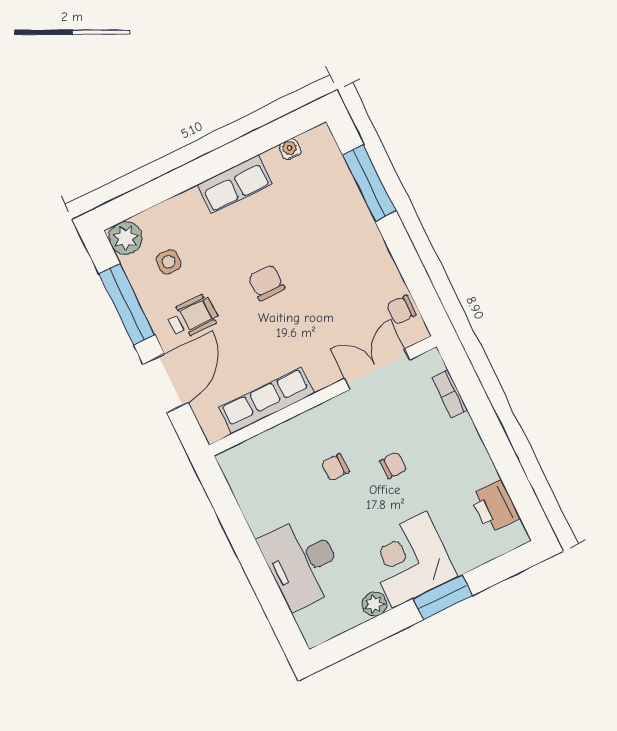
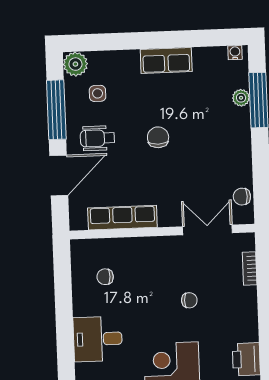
water cooler: (290, 149) -> (235, 53), moved
plant: (347, 189) -> (241, 98), added
wheelchair: (193, 317) -> (97, 138), turned 180
chair: (335, 467) -> (105, 277), moved
desk: (302, 562) -> (98, 339), width x0.73

